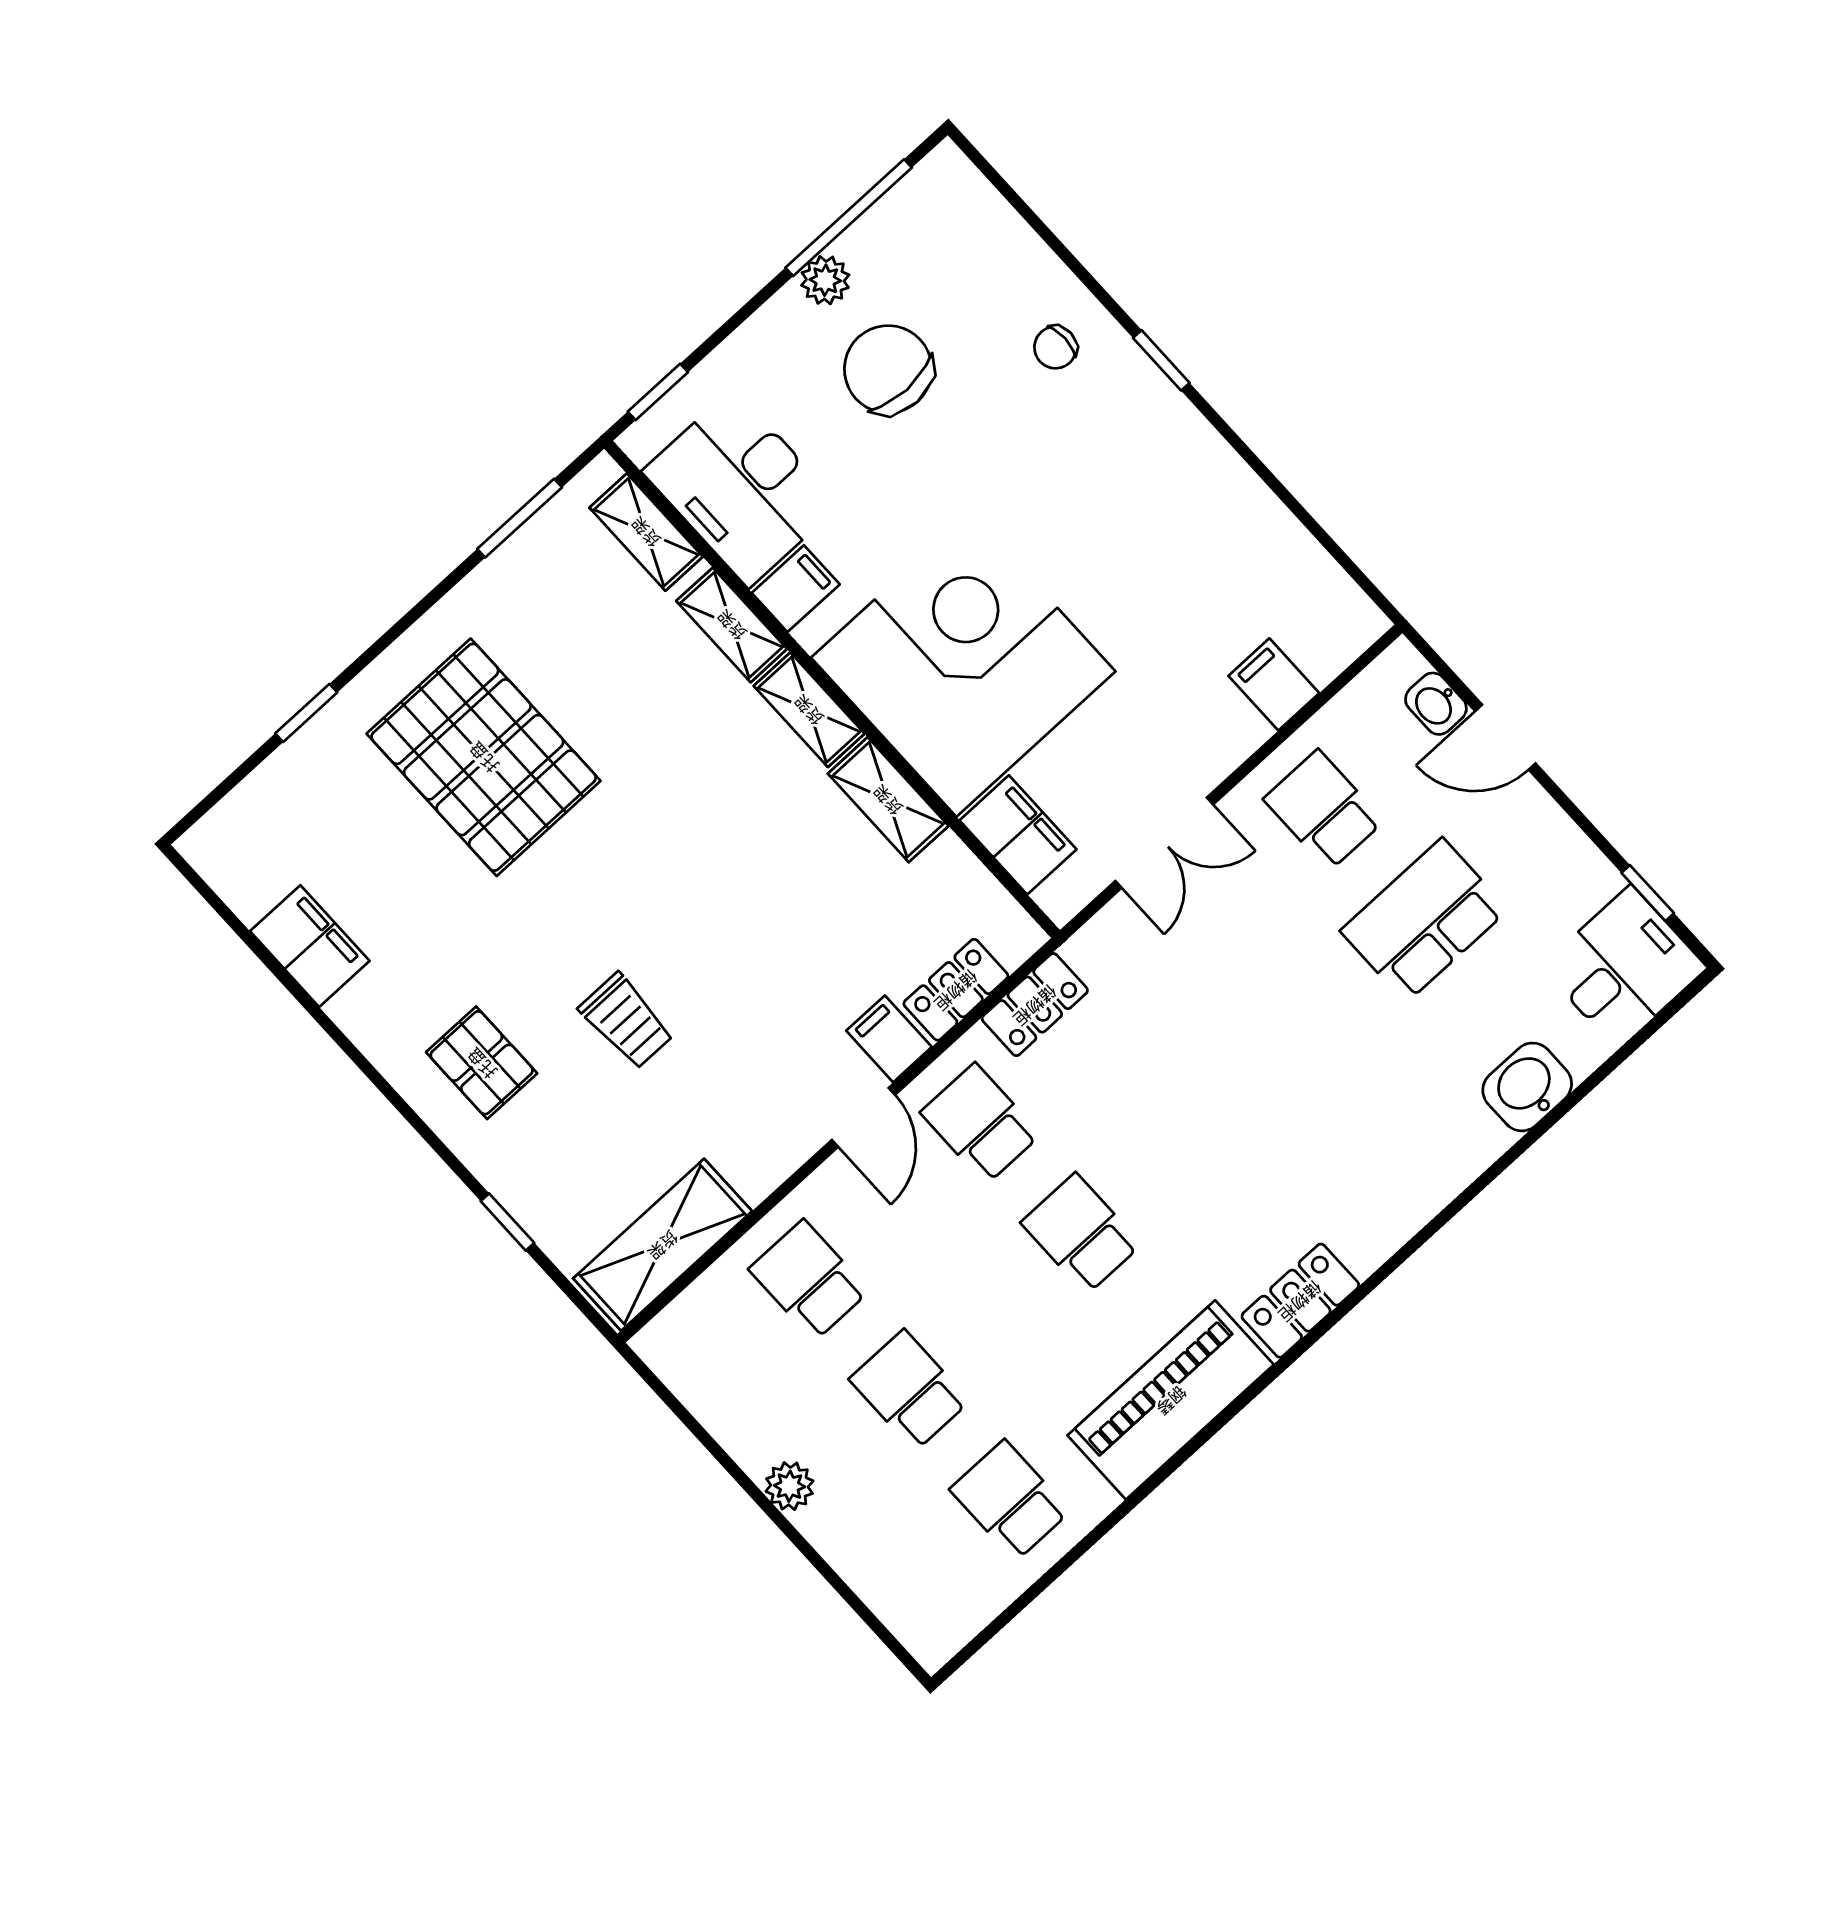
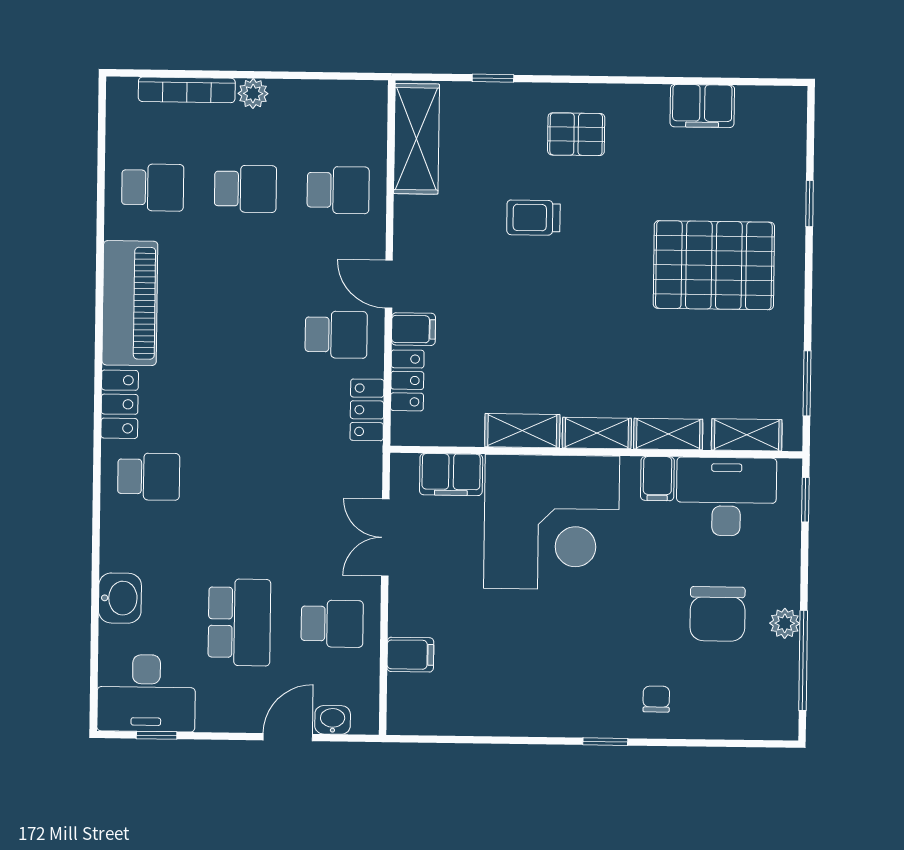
chair: (888, 369) -> (718, 614), turned 90
desk: (1624, 967) -> (146, 693), width x1.37
school desk: (1081, 1234) -> (149, 477), moved
bookcase: (858, 1568) -> (187, 90), added

